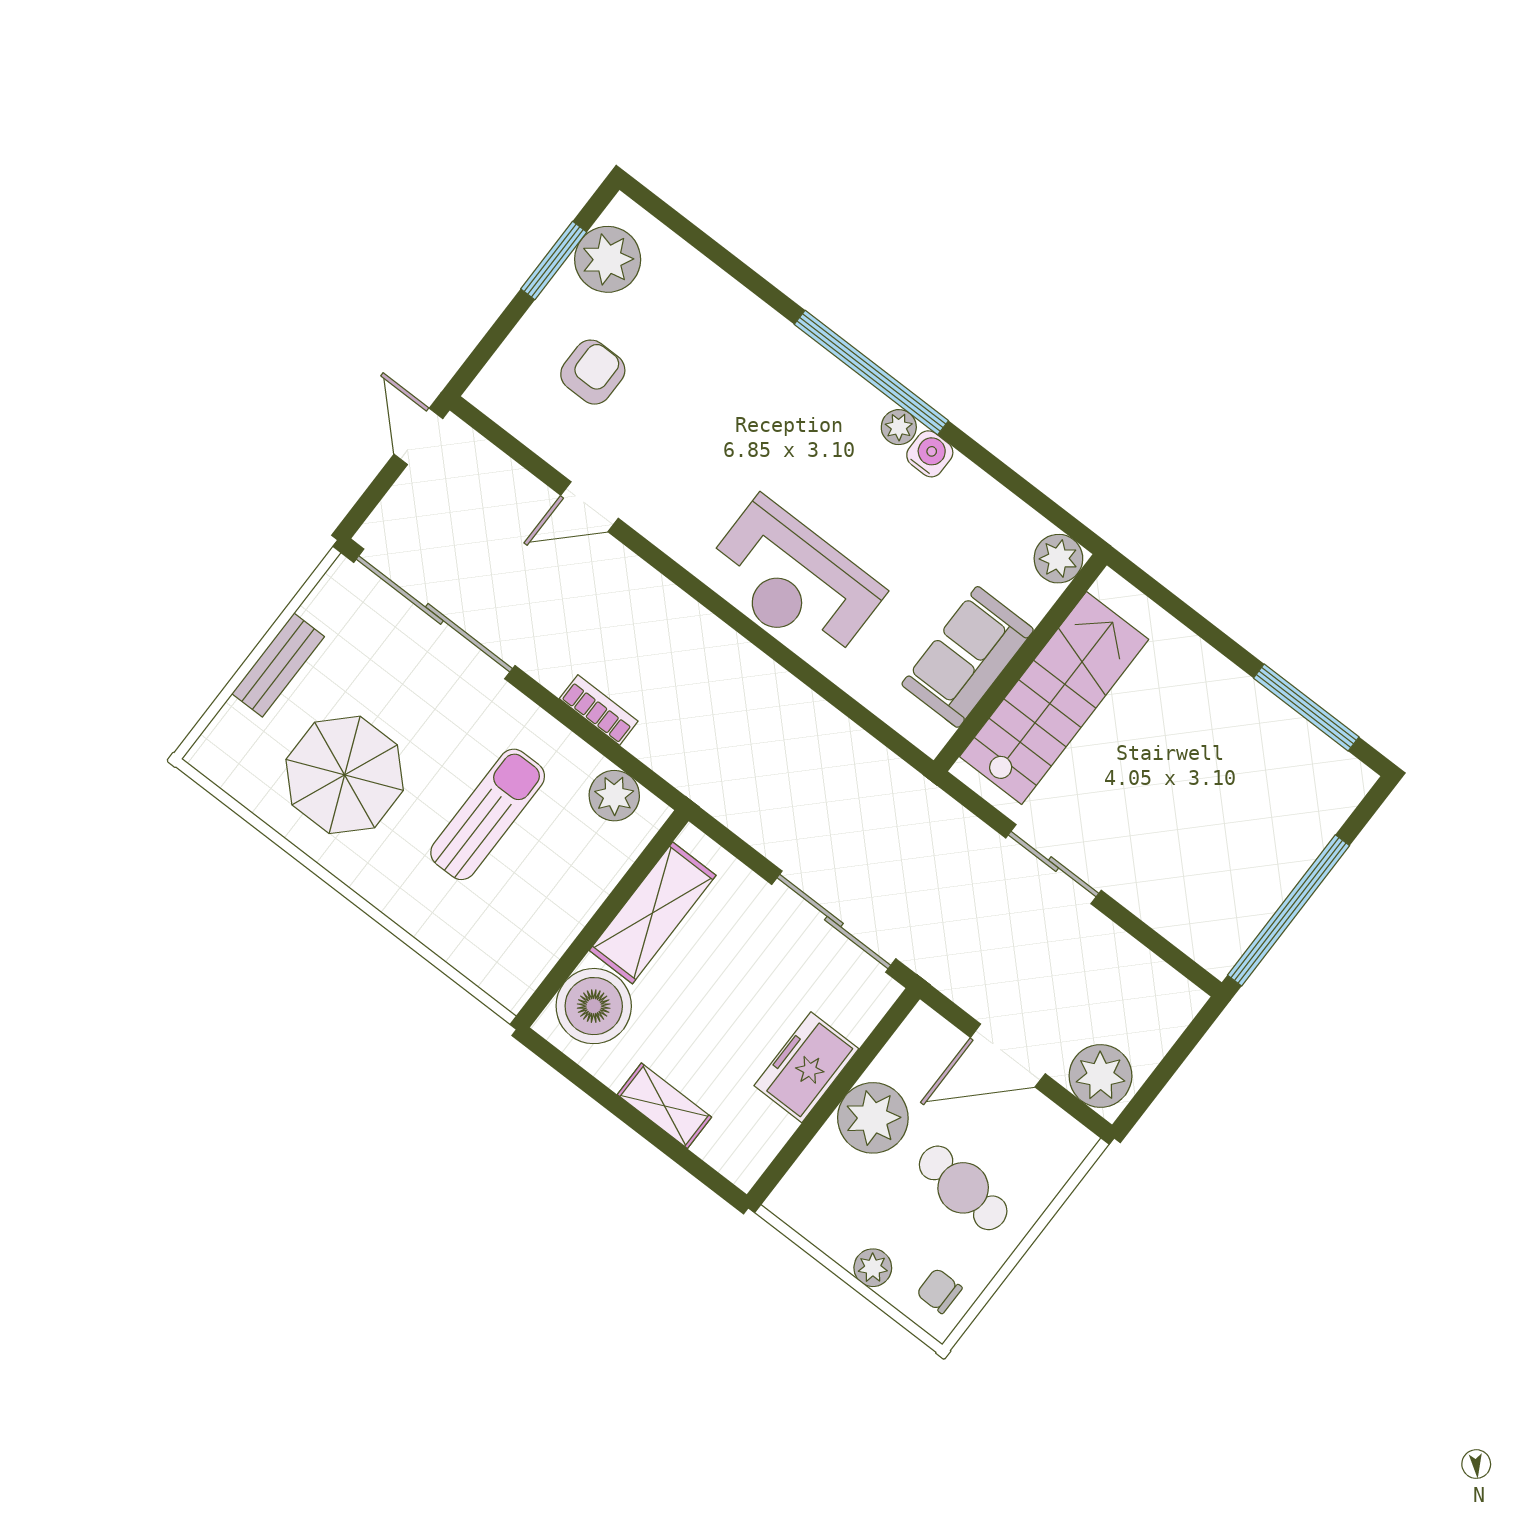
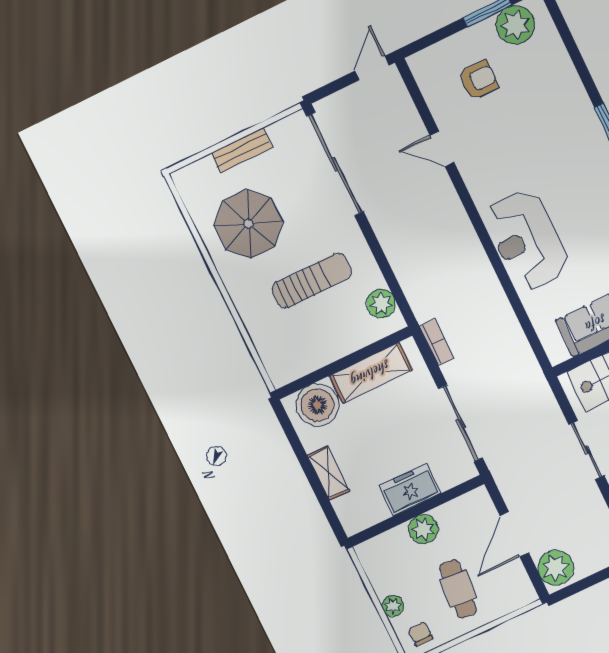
bookcase: (599, 710) -> (437, 342), moved
door: (1008, 1056) -> (514, 534), hinge flipped
plant: (873, 1118) -> (423, 529), width x0.73, depth x0.73

